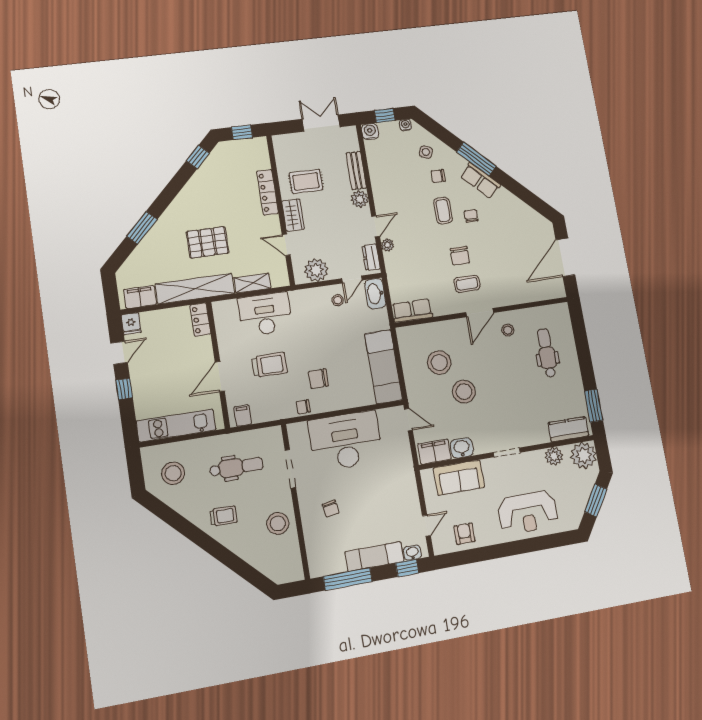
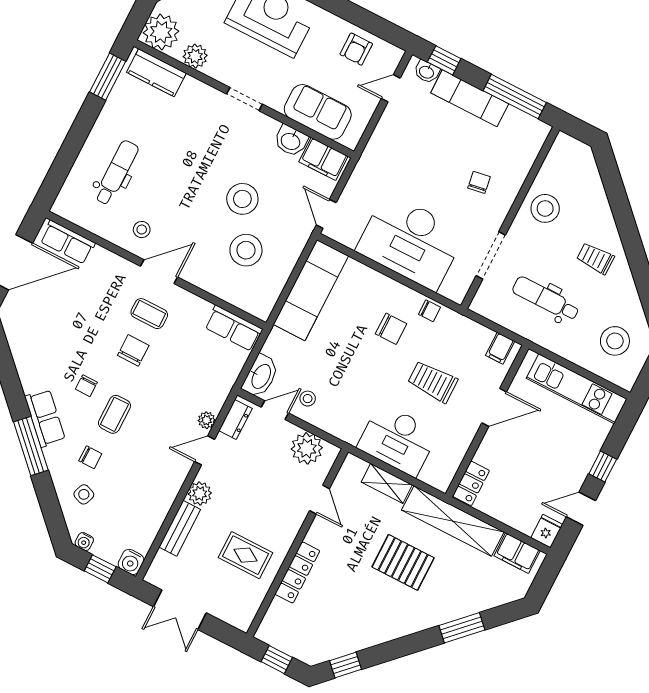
wardrobe: (293, 215) -> (288, 527), removed
row of seats: (544, 292) -> (67, 242), added
dental chair: (547, 353) -> (116, 173), turned 180

